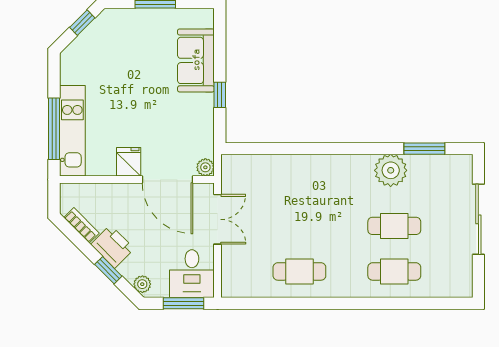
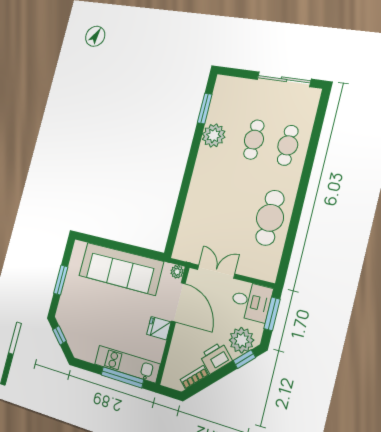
sofa: (196, 60) -> (121, 269), width x1.85, depth x1.27
window: (220, 95) -> (131, 249), removed
door: (167, 179) -> (178, 302), hinge flipped
sliding door: (478, 219) -> (284, 79), moved
window: (108, 270) -> (244, 359), moved
cafe table: (299, 271) -> (270, 218), width x1.37, depth x1.35
plant: (142, 284) -> (242, 340), width x1.87, depth x1.87

